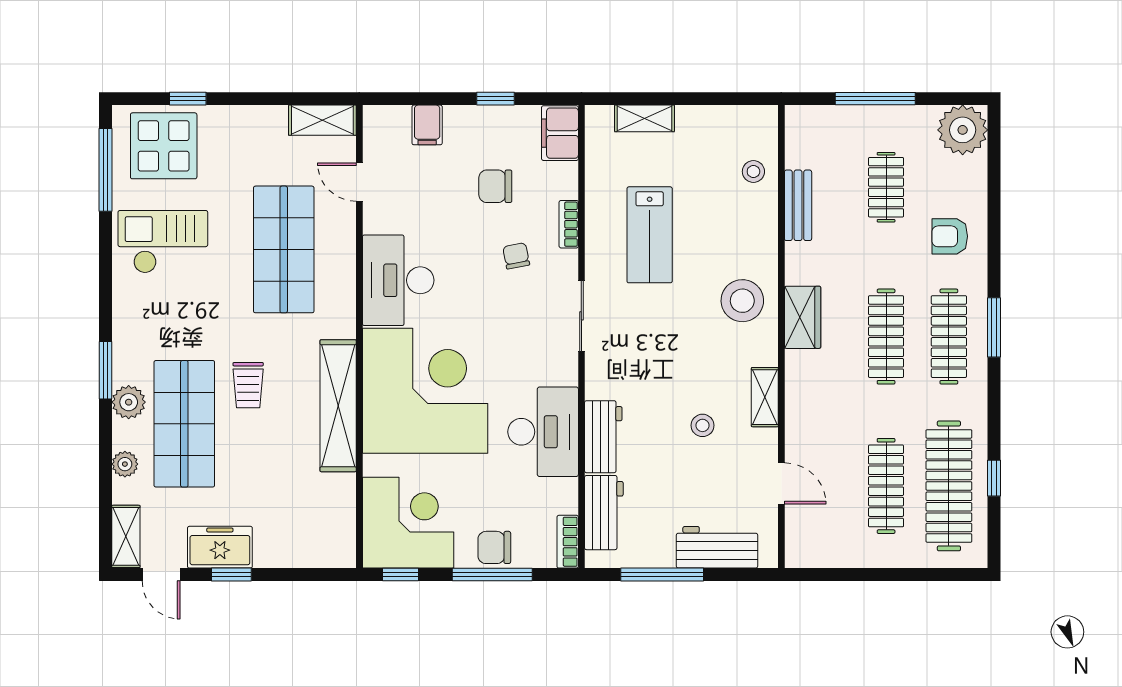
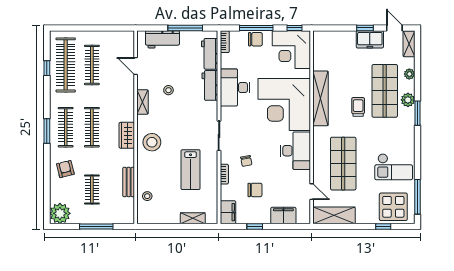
shelving: (322, 120) -> (334, 215), width x1.50, depth x1.33
filing cabinet: (427, 125) -> (283, 216), width x2.00
lab bench: (650, 235) -> (191, 170), turned 180
armchair: (950, 236) -> (65, 169), turned -104

